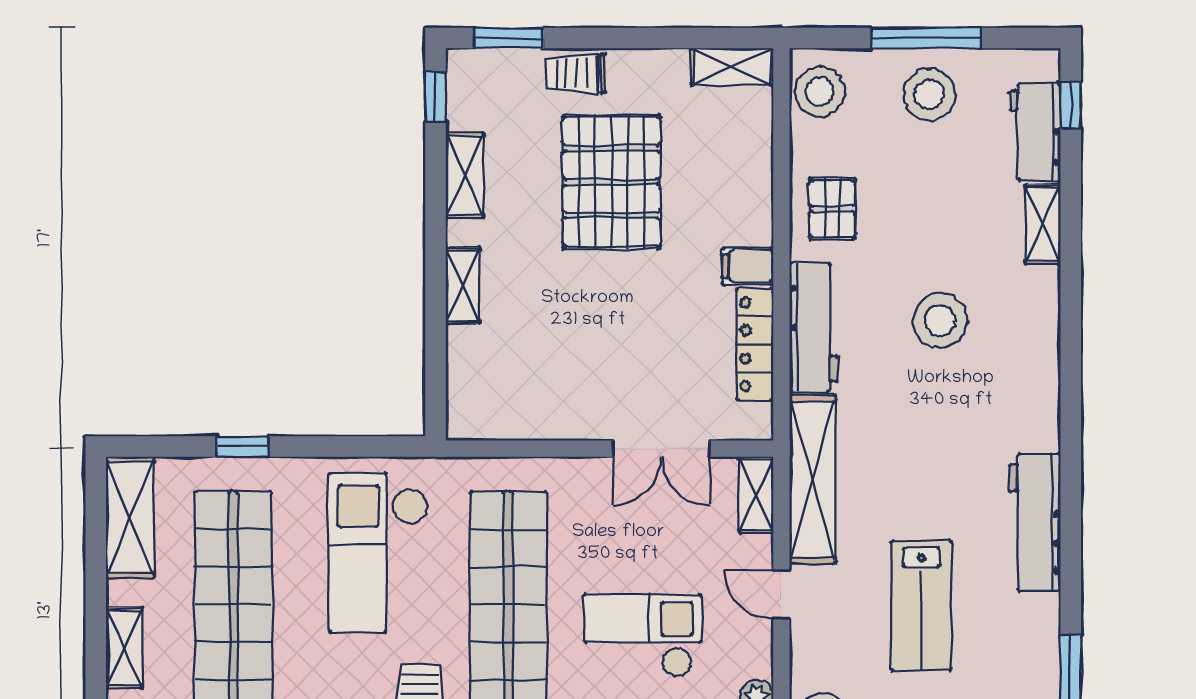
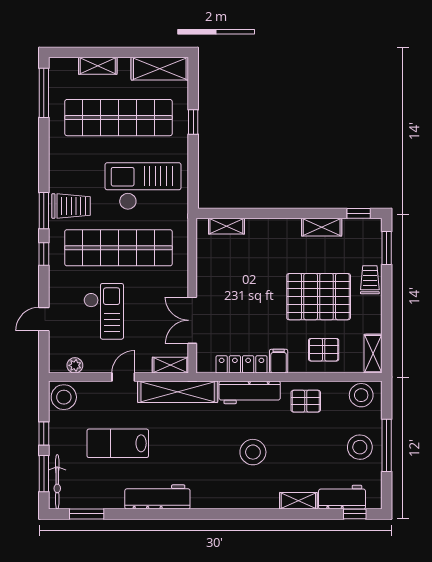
pallet: (724, 171) -> (324, 350), added
shelving: (463, 286) -> (226, 226), moved

